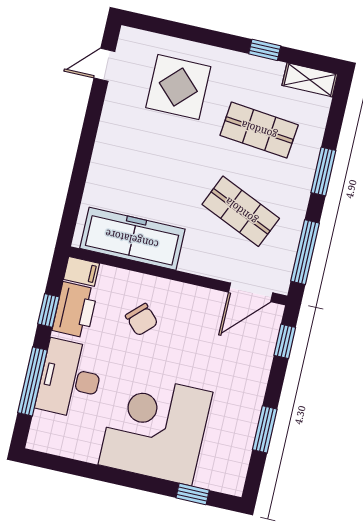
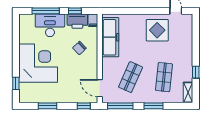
display table: (178, 87) -> (157, 30), moved

